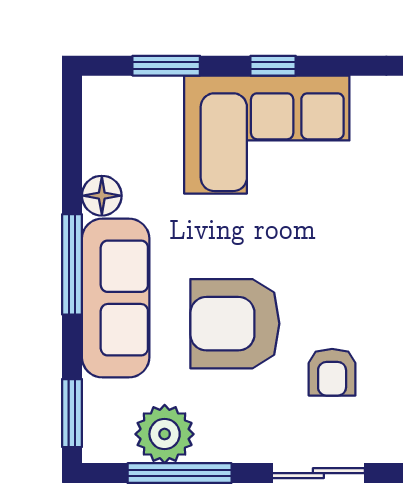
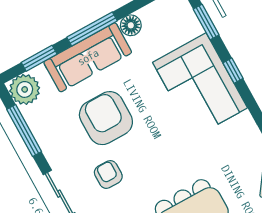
armchair: (332, 372) -> (108, 174), turned 90
window: (72, 413) -> (39, 58), moved
plant: (165, 434) -> (25, 89), moved

